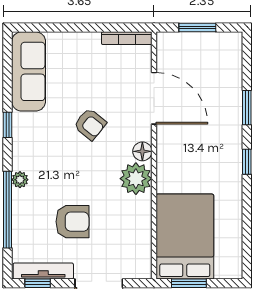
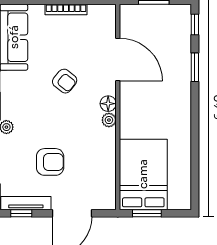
bookcase: (127, 38) -> (66, 10), moved
window: (247, 162) -> (195, 24), moved
plant: (136, 179) -> (109, 120), width x0.53, depth x0.53

